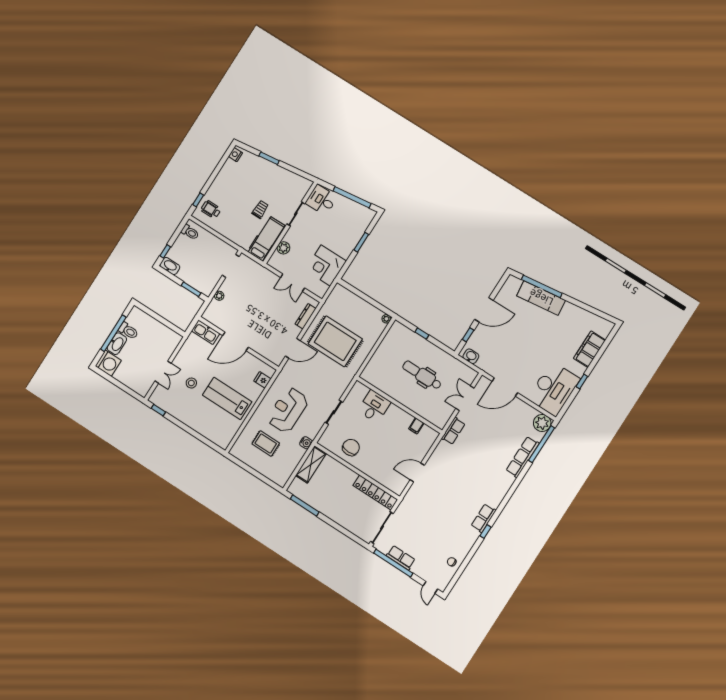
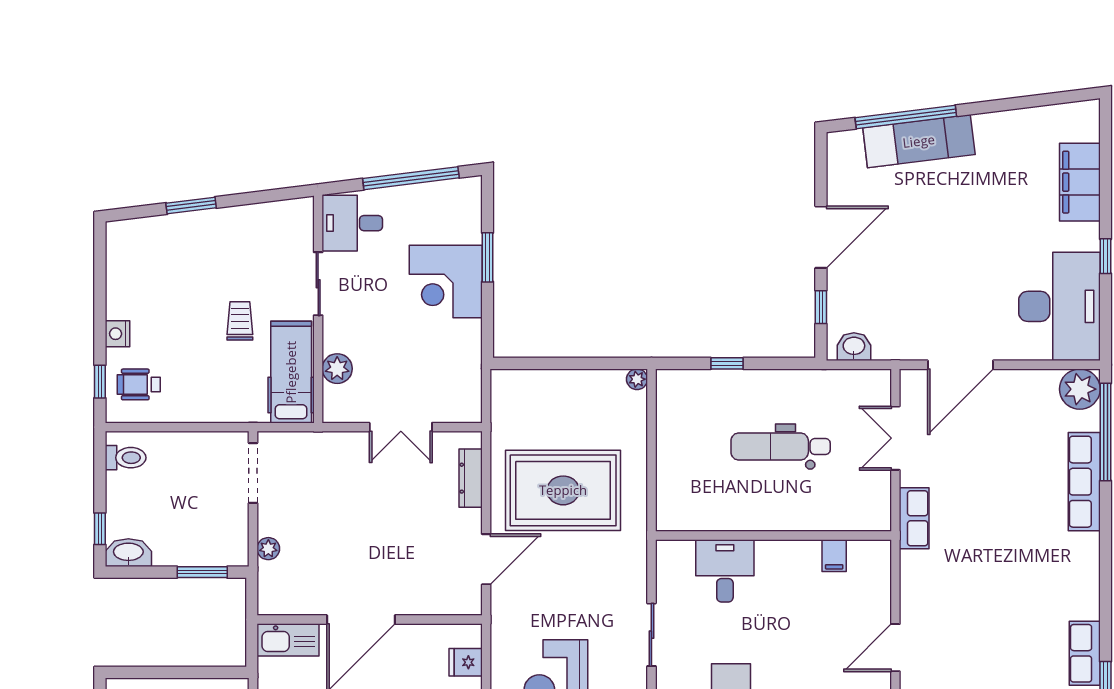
nightstand: (235, 155) -> (117, 334), moved
corner desk: (326, 265) -> (446, 282), moved

